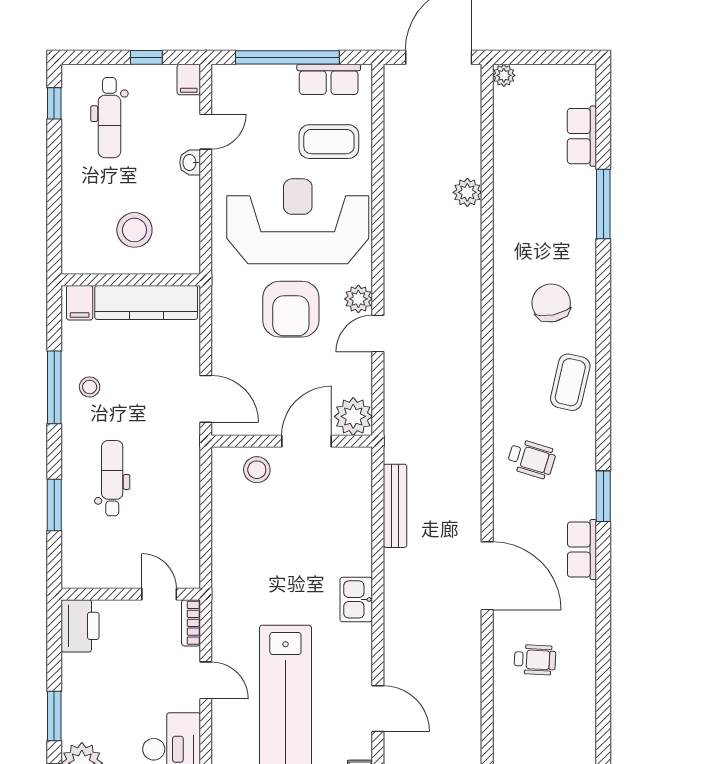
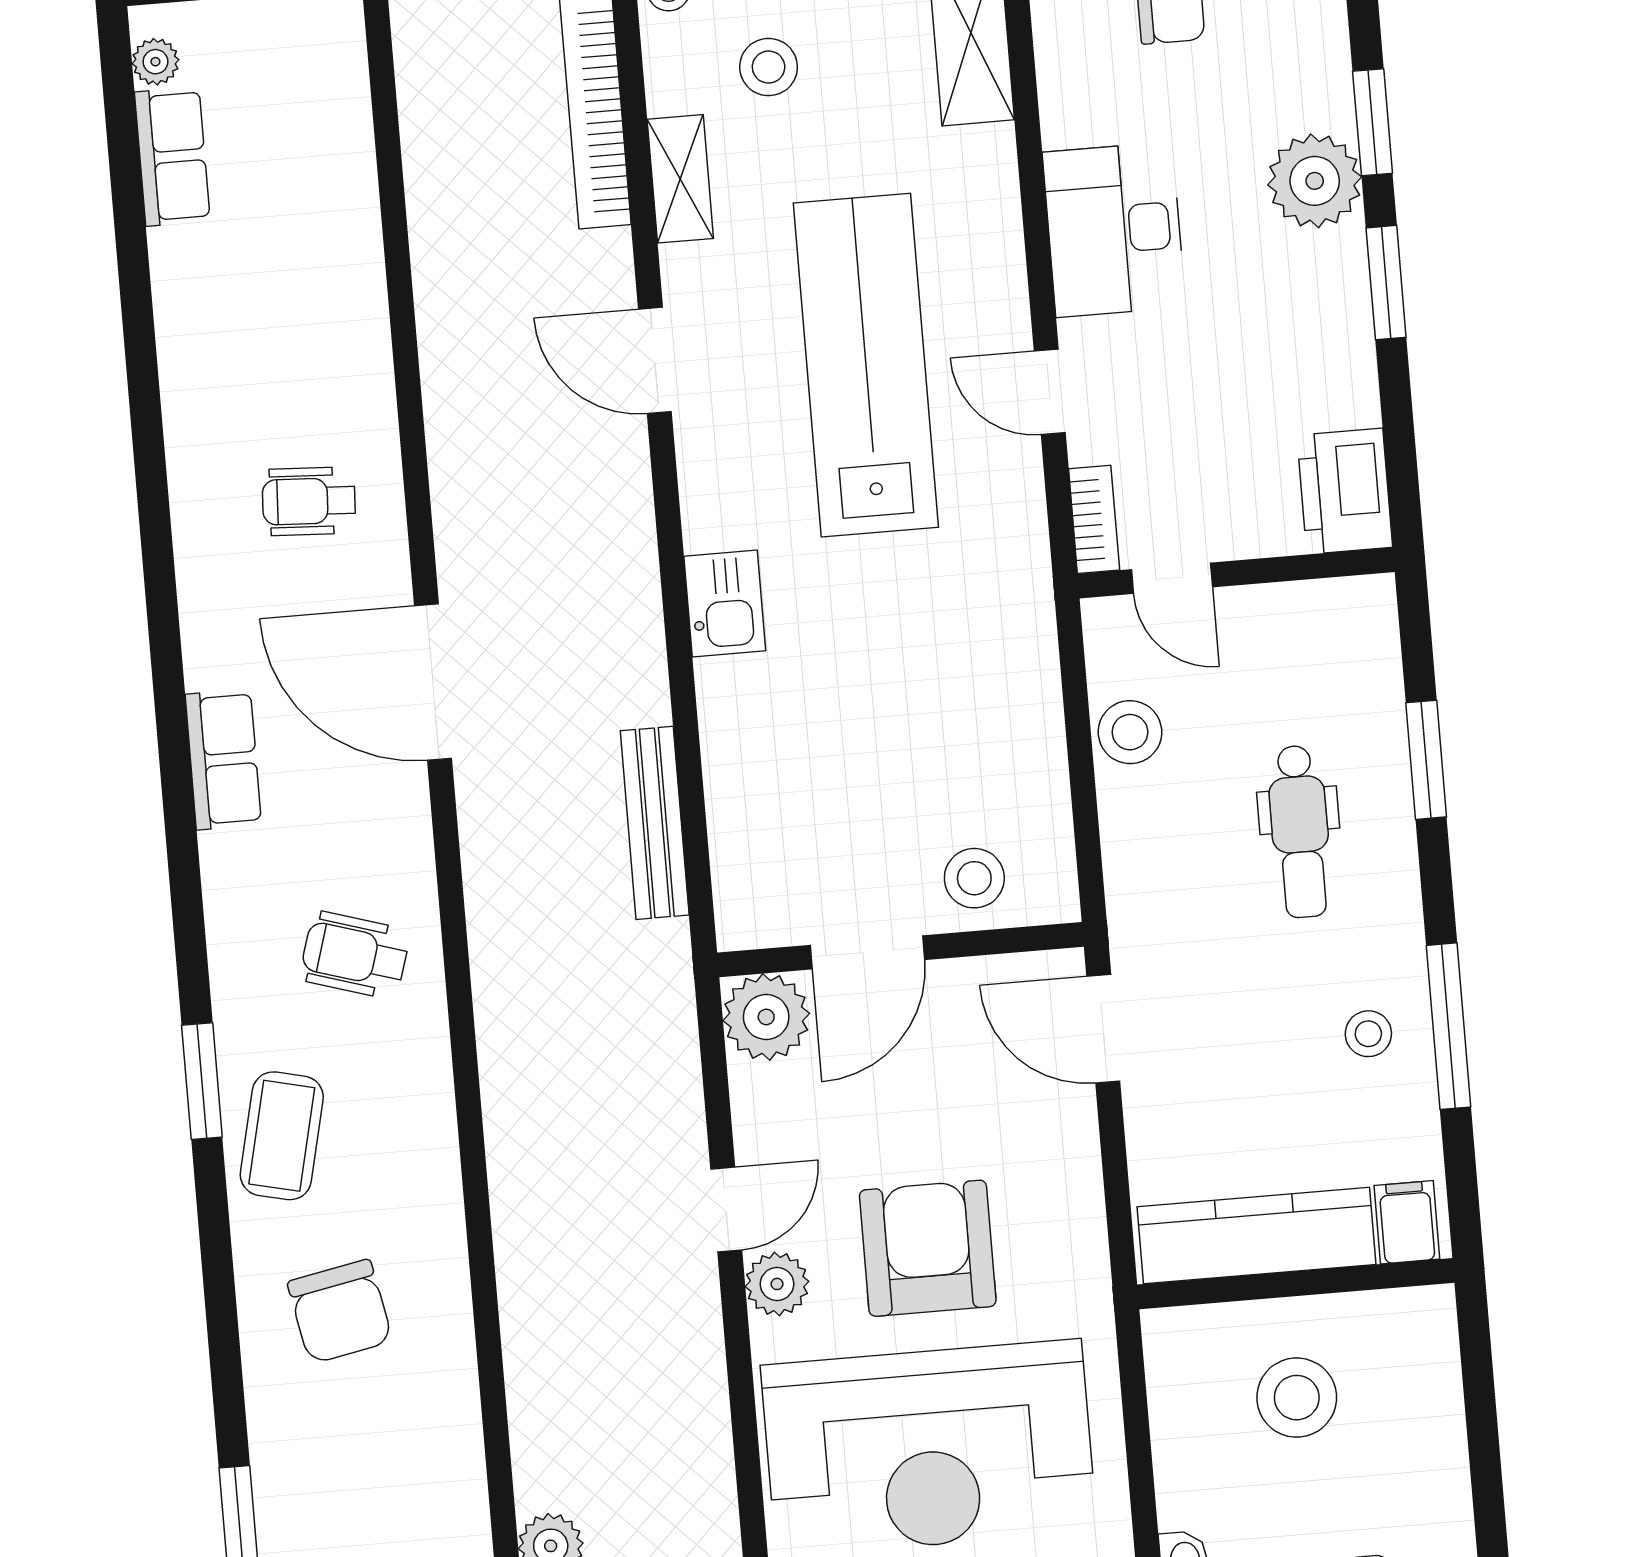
window: (603, 496) -> (202, 1081), moved
stool: (183, 528) -> (1130, 732), added

